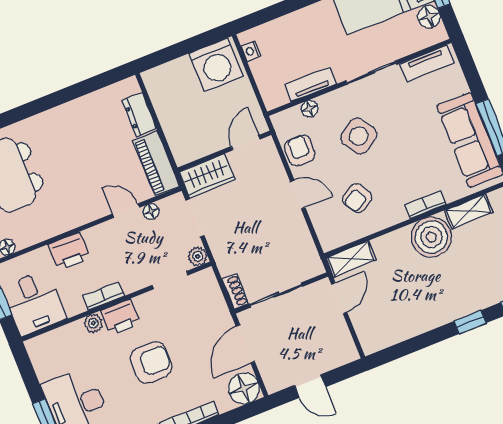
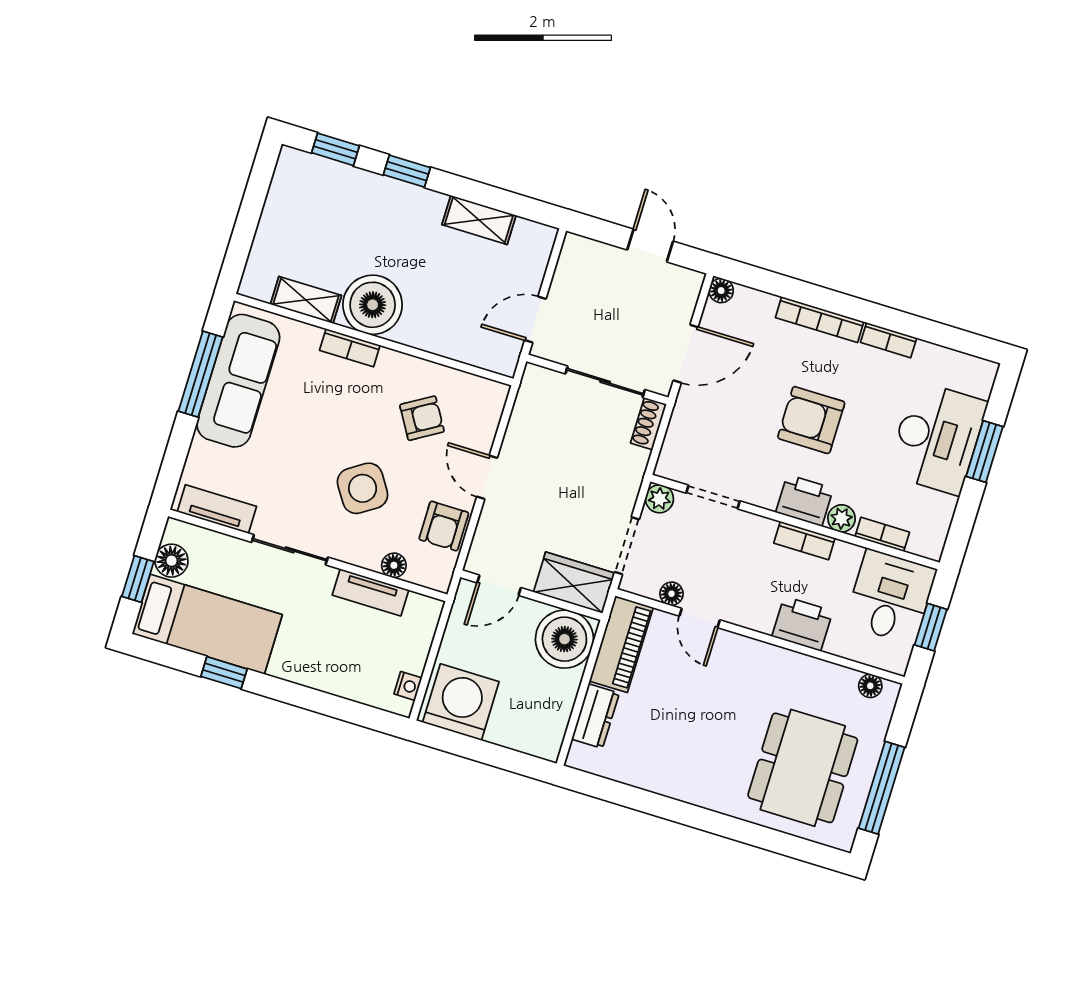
boiler: (188, 142) -> (564, 639), added
shelving: (351, 259) -> (479, 220), moved
bookcase: (65, 332) -> (882, 534), added
floor lamp: (244, 388) -> (721, 291), width x0.53, depth x0.53

